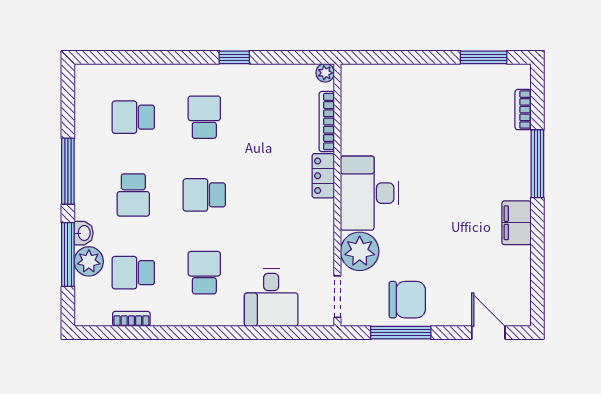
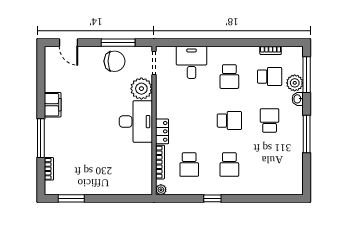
school desk: (133, 117) -> (189, 165), moved, turned 90
window: (68, 255) -> (307, 75), moved
chair: (407, 300) -> (114, 61), turned 180

